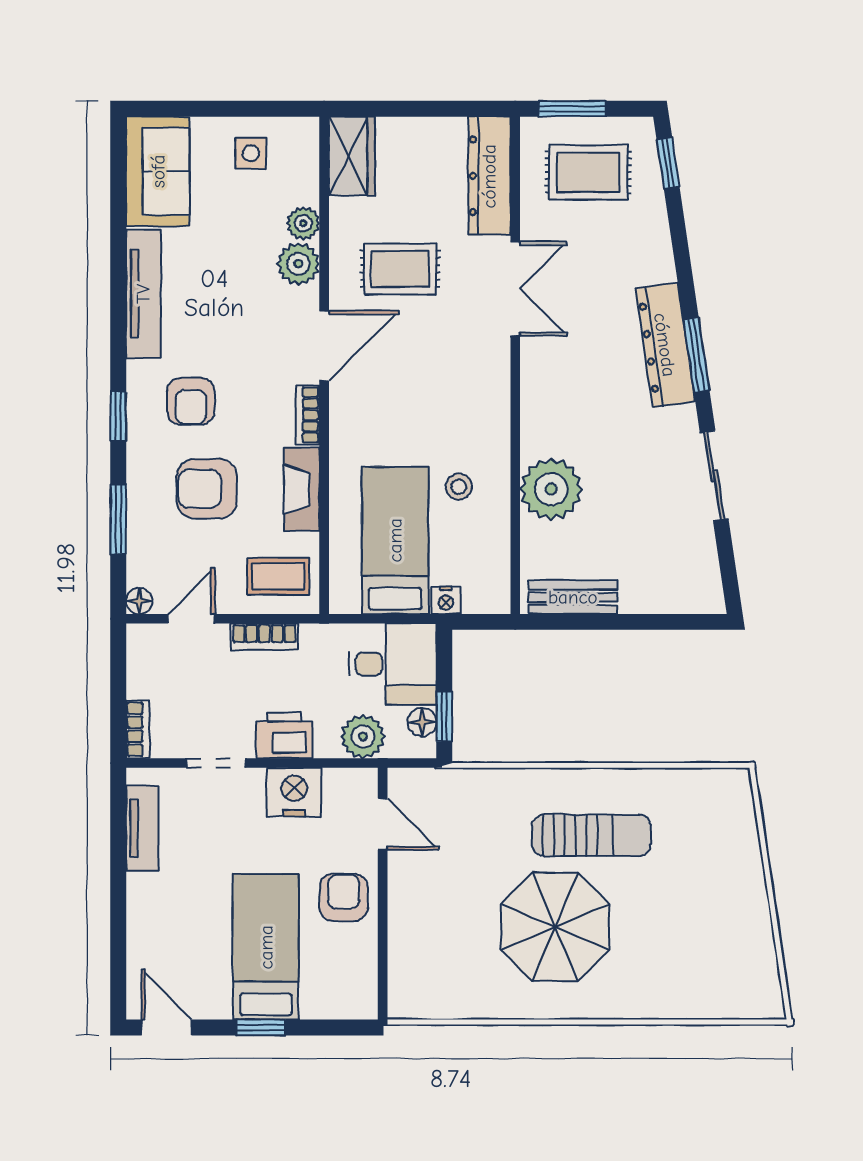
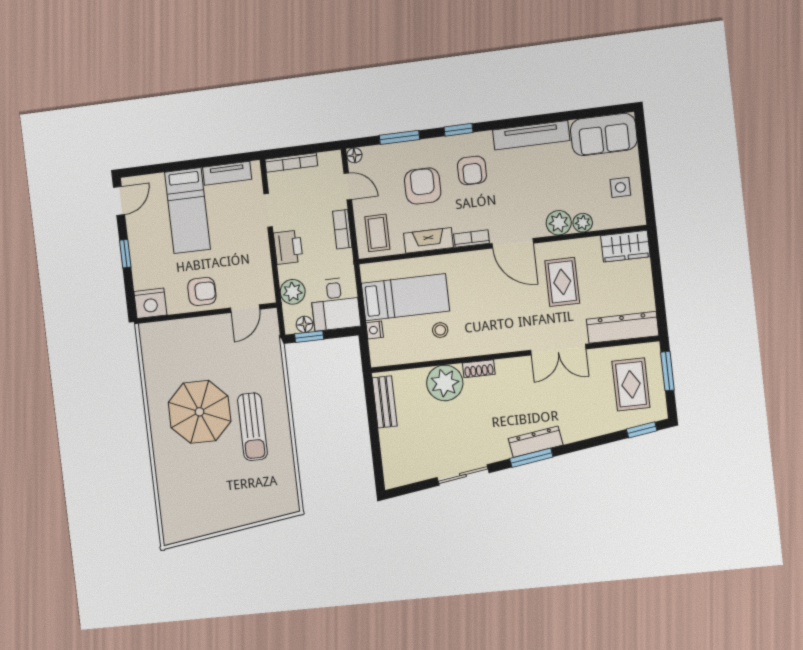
dresser: (665, 345) -> (536, 442), width x0.73, depth x0.80
armchair: (191, 401) -> (472, 170), turned -90
shoe rack: (533, 428) -> (479, 369), added
bookcase: (138, 729) -> (291, 163), width x1.56
nightstand: (294, 792) -> (150, 303), moved, turned 90
bed: (266, 947) -> (188, 211), moved, turned 90

